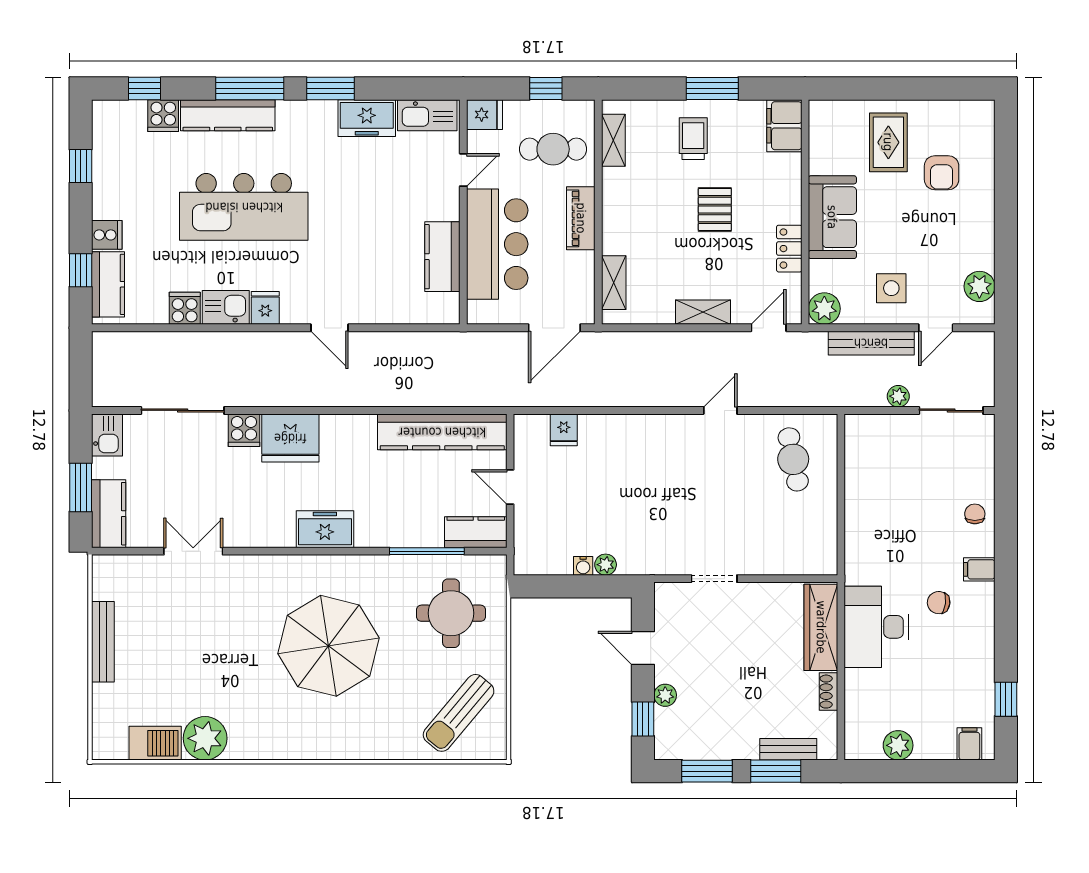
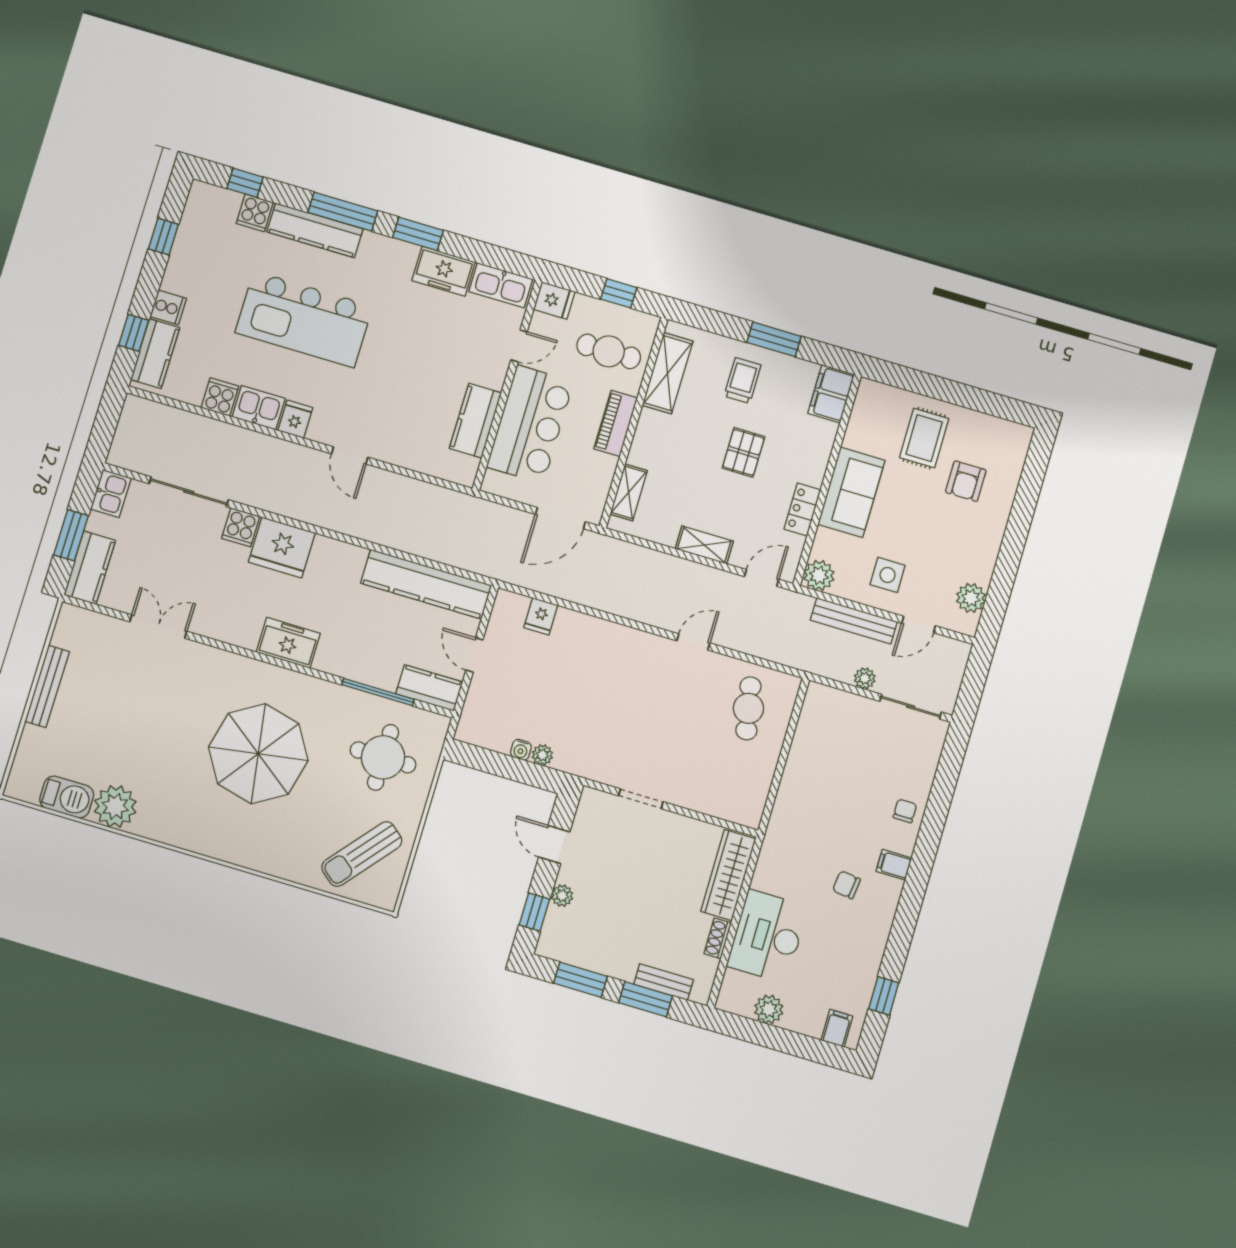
shelving: (613, 140) -> (668, 373), width x1.50, depth x1.33
desk: (876, 627) -> (767, 936), moved

